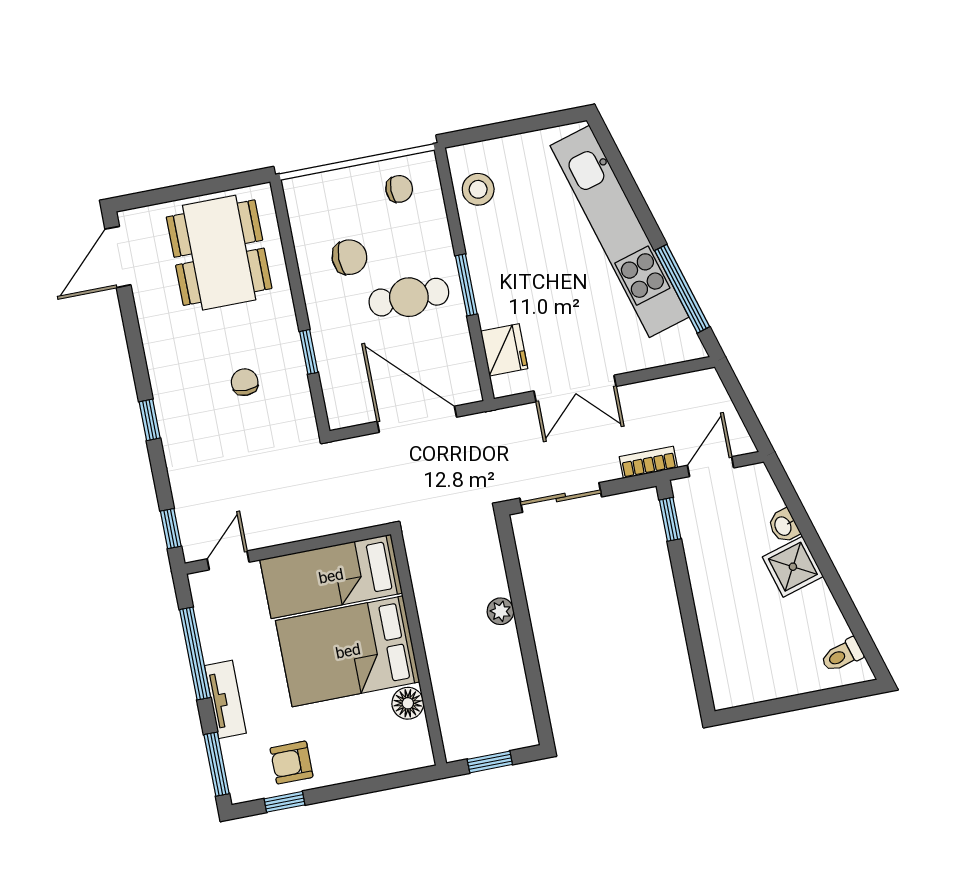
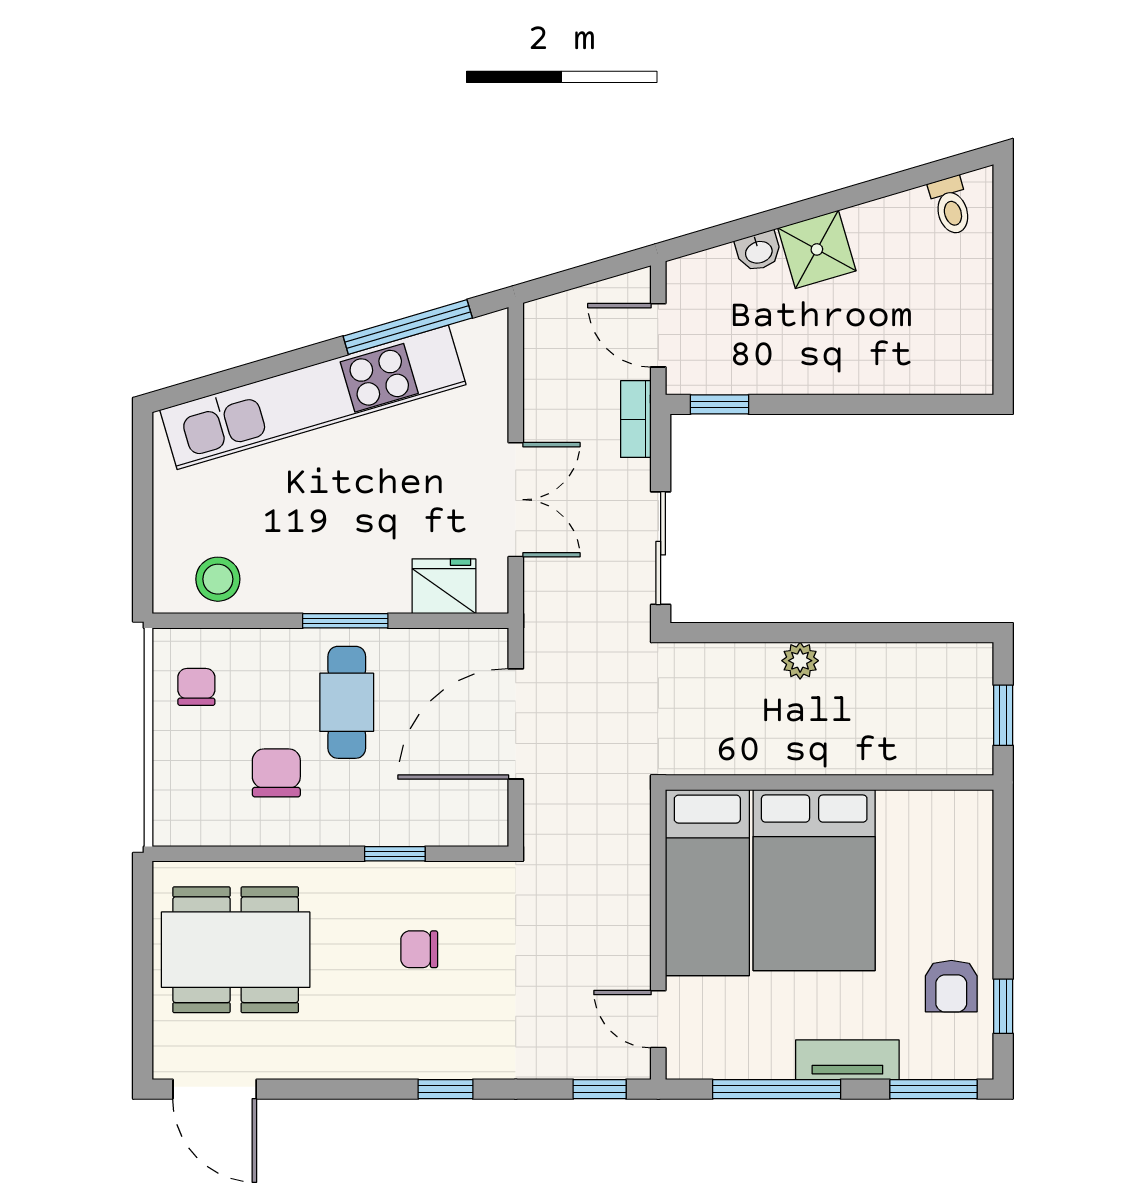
floor lamp: (408, 703) -> (901, 812), removed

